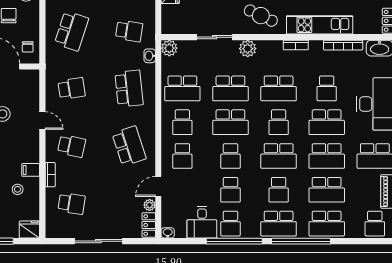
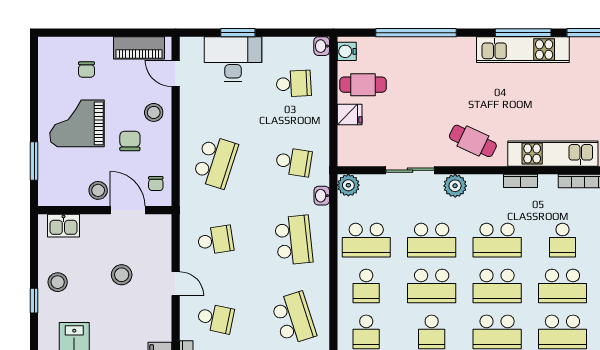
school desk: (279, 122) -> (497, 286), width x1.85

